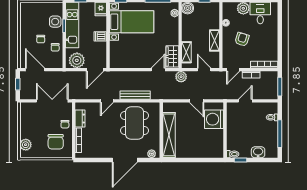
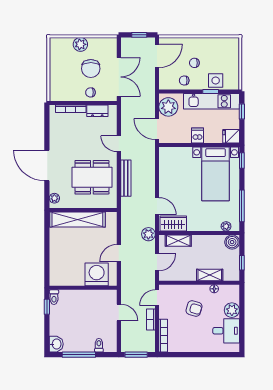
shelving: (214, 40) -> (210, 275), moved
door: (233, 70) -> (157, 298), hinge flipped
chair: (56, 142) -> (91, 69), moved, turned -90
plant: (26, 145) -> (80, 44), moved
washbasin: (258, 152) -> (56, 344), moved

